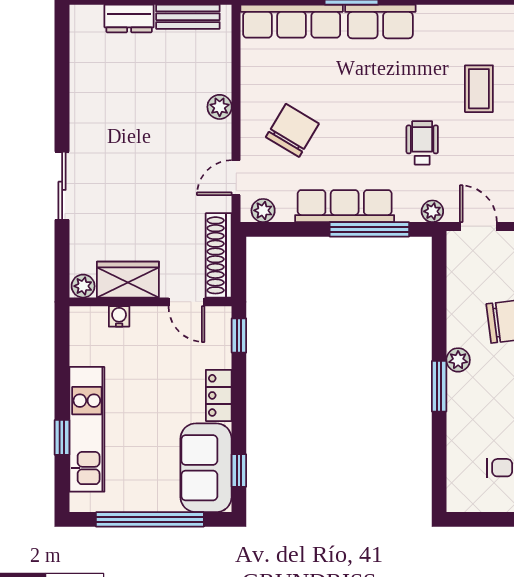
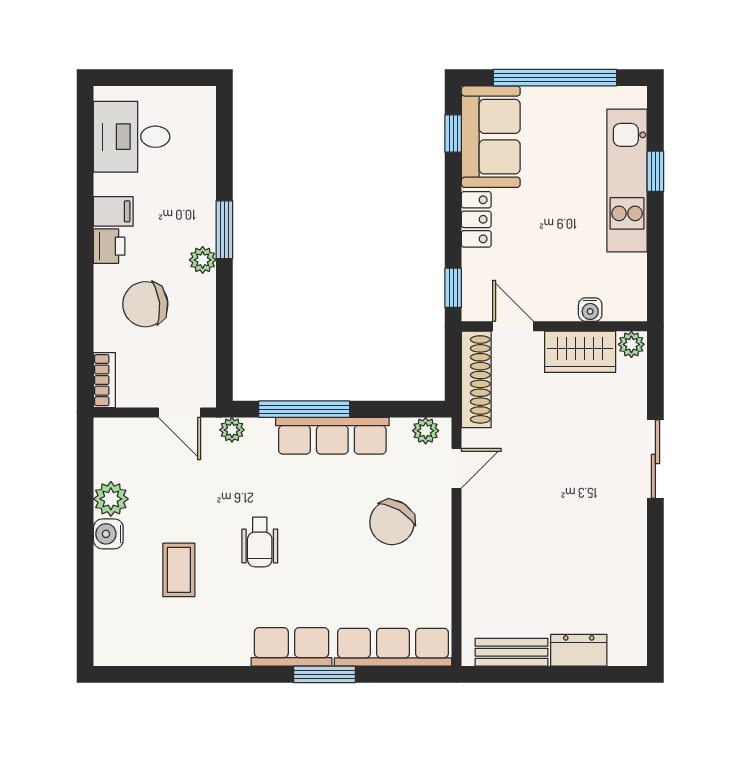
plant: (220, 107) -> (475, 549), removed
wheelchair: (422, 143) -> (260, 542), moved

